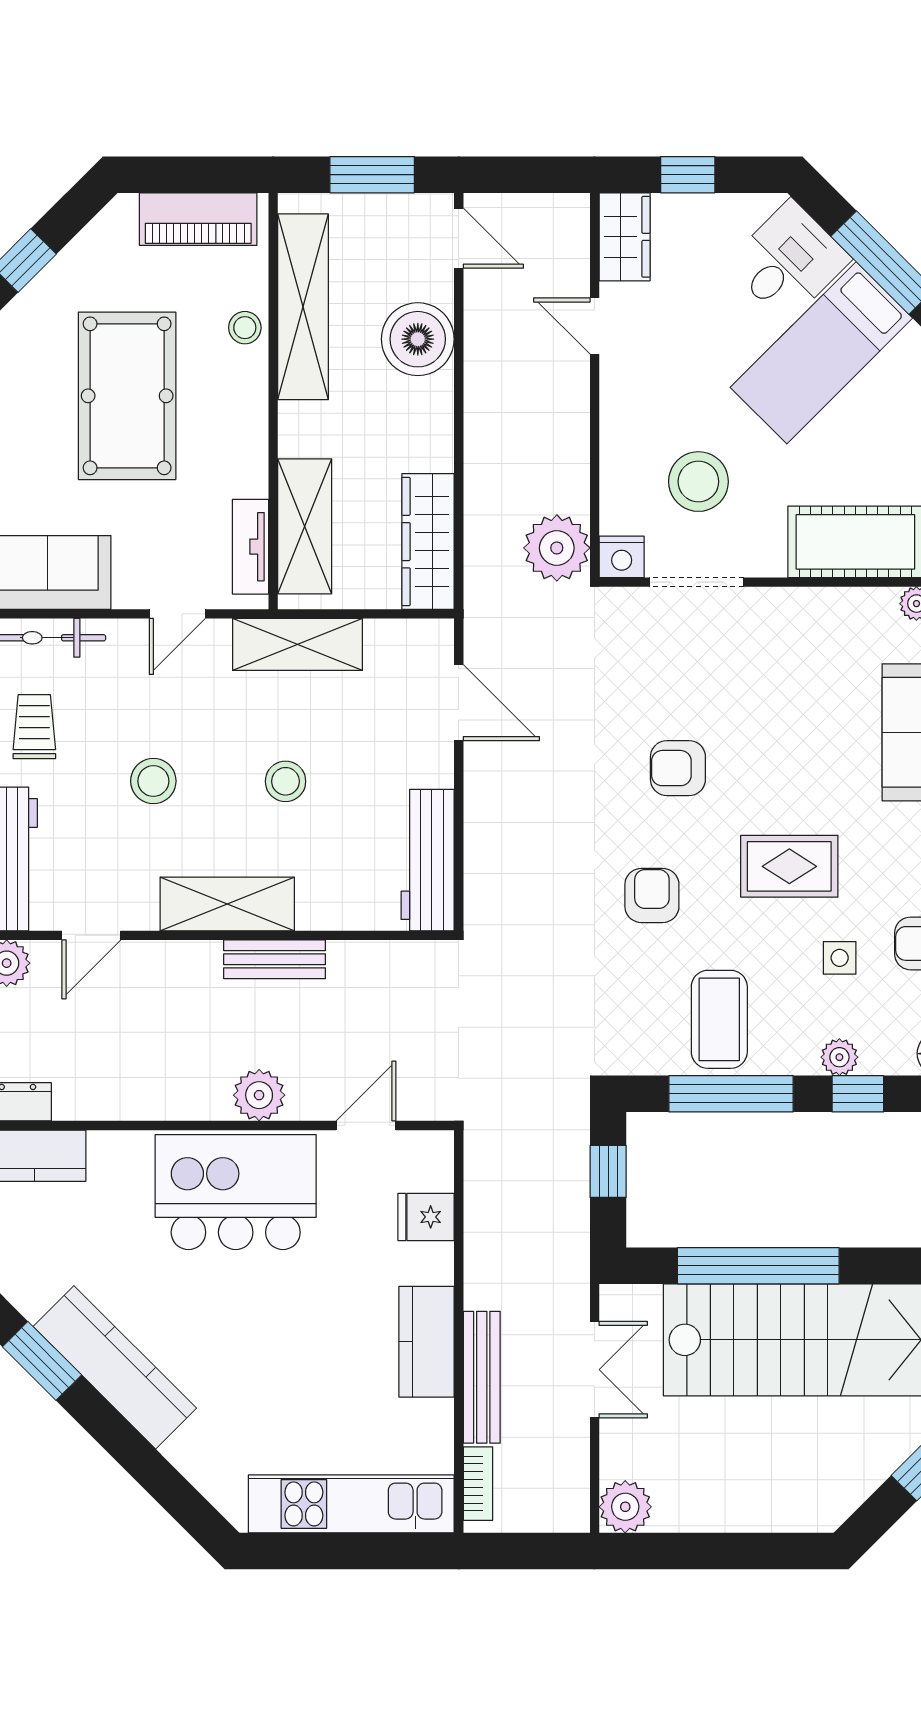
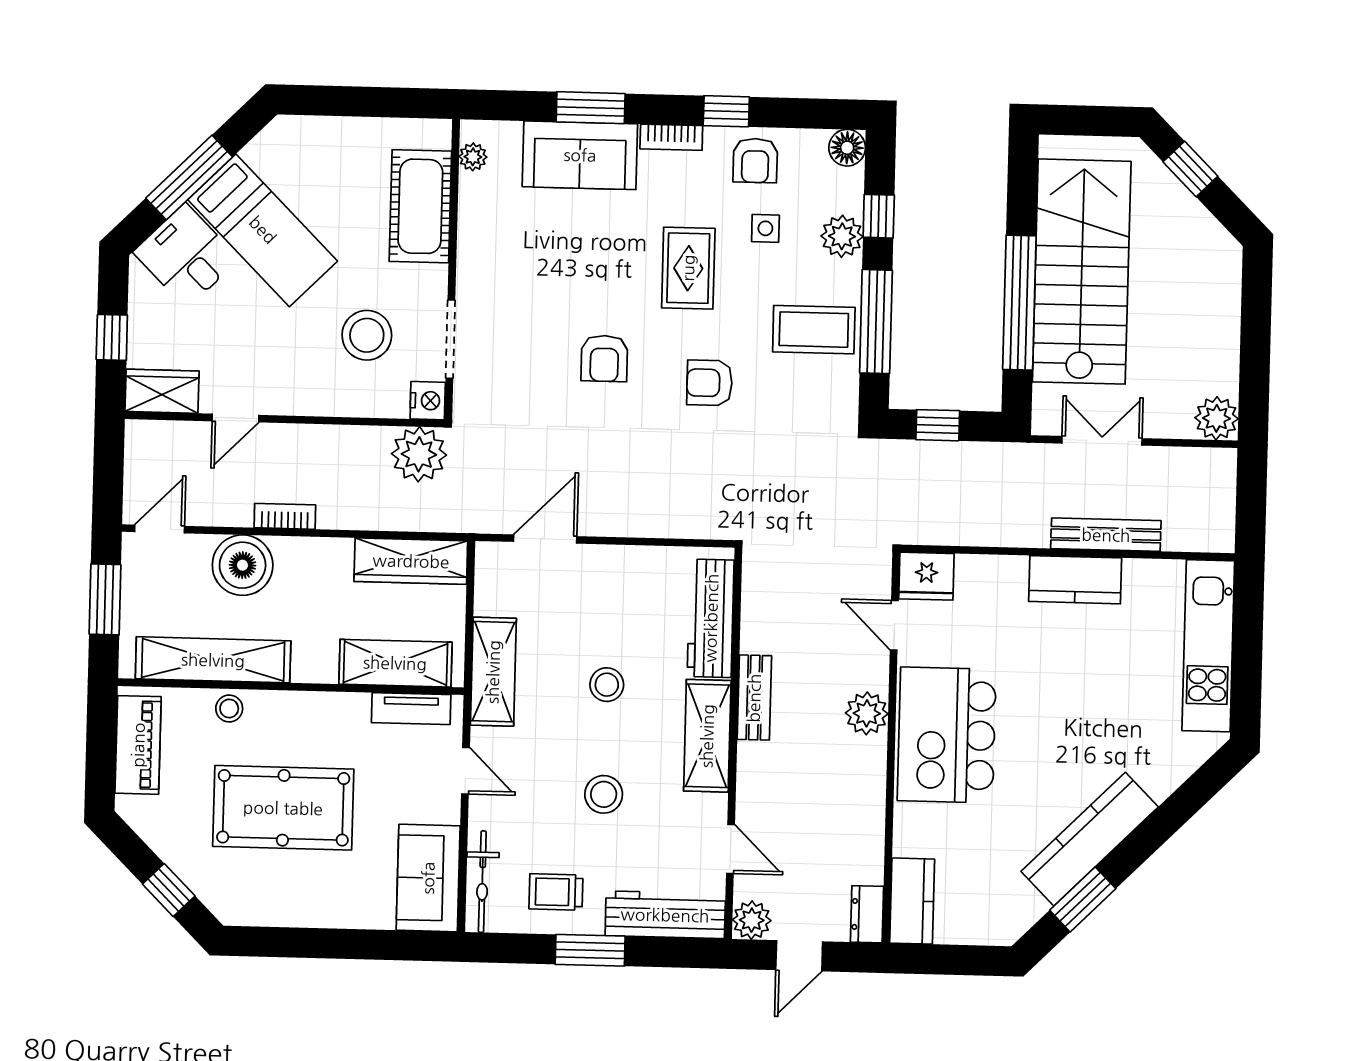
workbench: (428, 860) -> (711, 618), moved, turned 90
plant: (839, 1057) -> (842, 236), width x1.38, depth x1.38
fridge: (426, 1217) -> (926, 576), moved, width x1.38
bookcase: (478, 1484) -> (285, 516), moved

